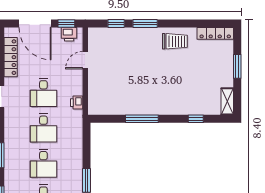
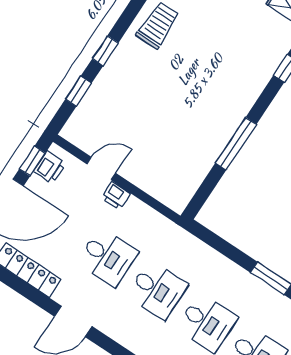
window: (145, 24) -> (105, 51), width x0.67
door: (85, 60) -> (101, 169), swing flipped
printer: (77, 103) -> (116, 196), moved

